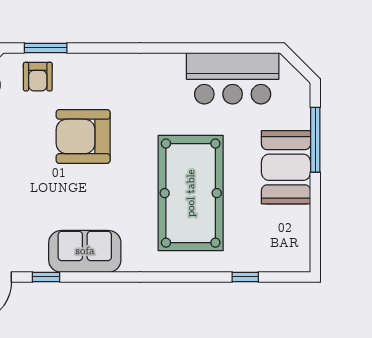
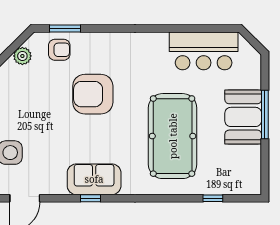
armchair: (38, 77) -> (59, 50), turned -90
window: (315, 140) -> (265, 115), moved
window: (46, 277) -> (90, 198), moved

